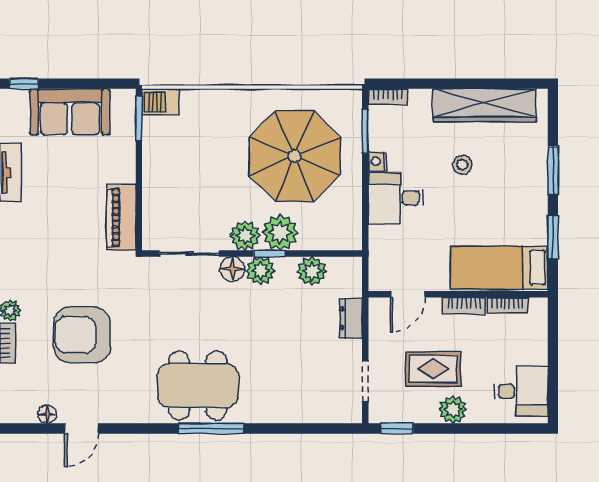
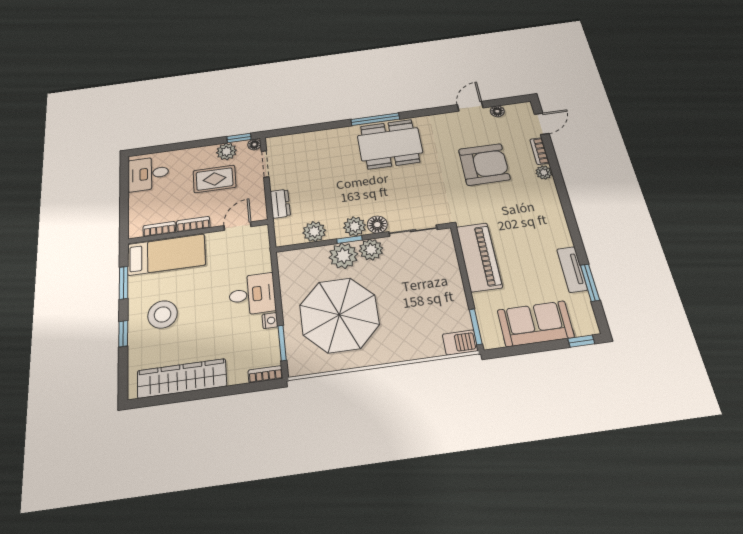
stool: (462, 165) -> (163, 314), moved, width x1.89, depth x1.89
window: (553, 170) -> (123, 334), width x0.67
piano: (121, 218) -> (479, 257), width x1.37, depth x1.33
plant: (453, 410) -> (226, 151), moved
floor lamp: (377, 415) -> (254, 144), added

